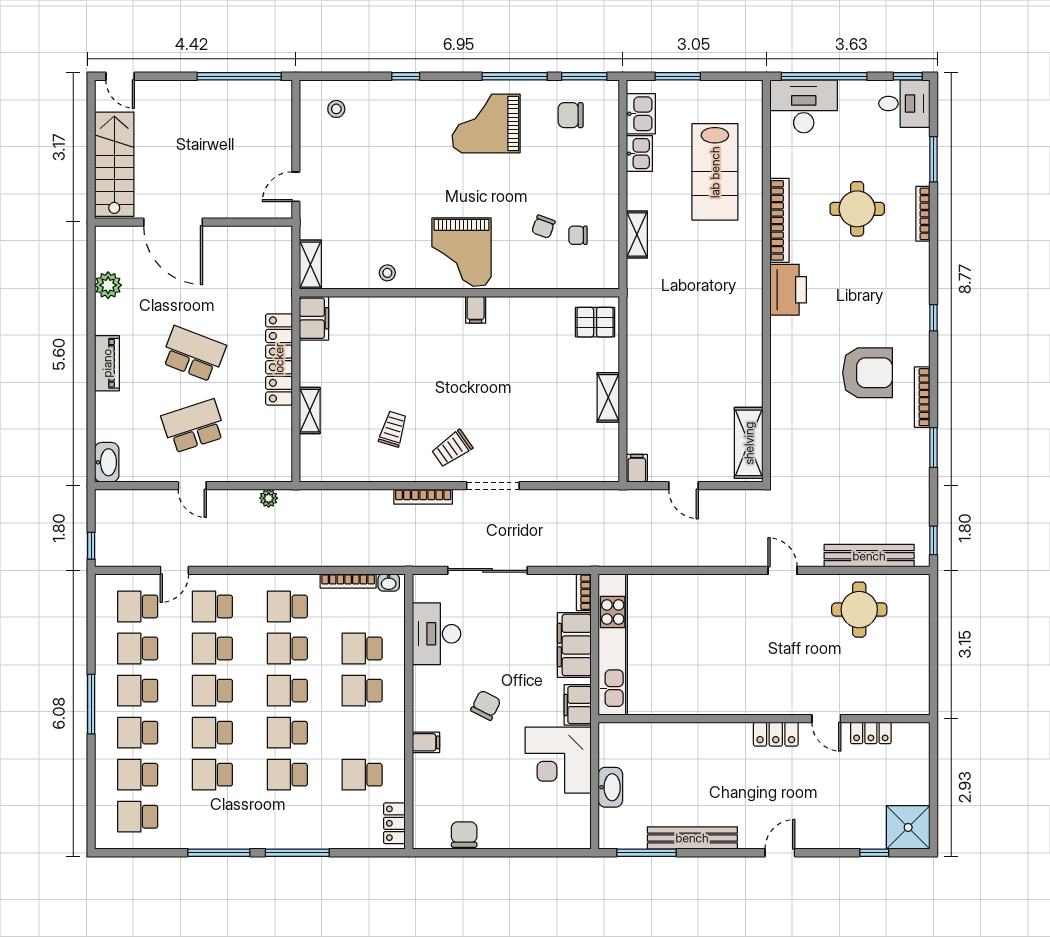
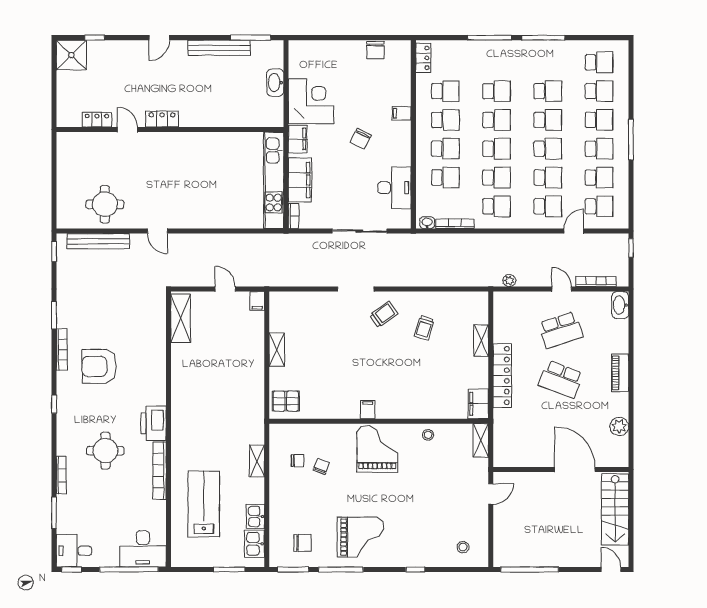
round table: (857, 209) -> (105, 451), moved
bookcase: (423, 497) -> (596, 281), moved
school desk: (362, 733) -> (445, 120), added

